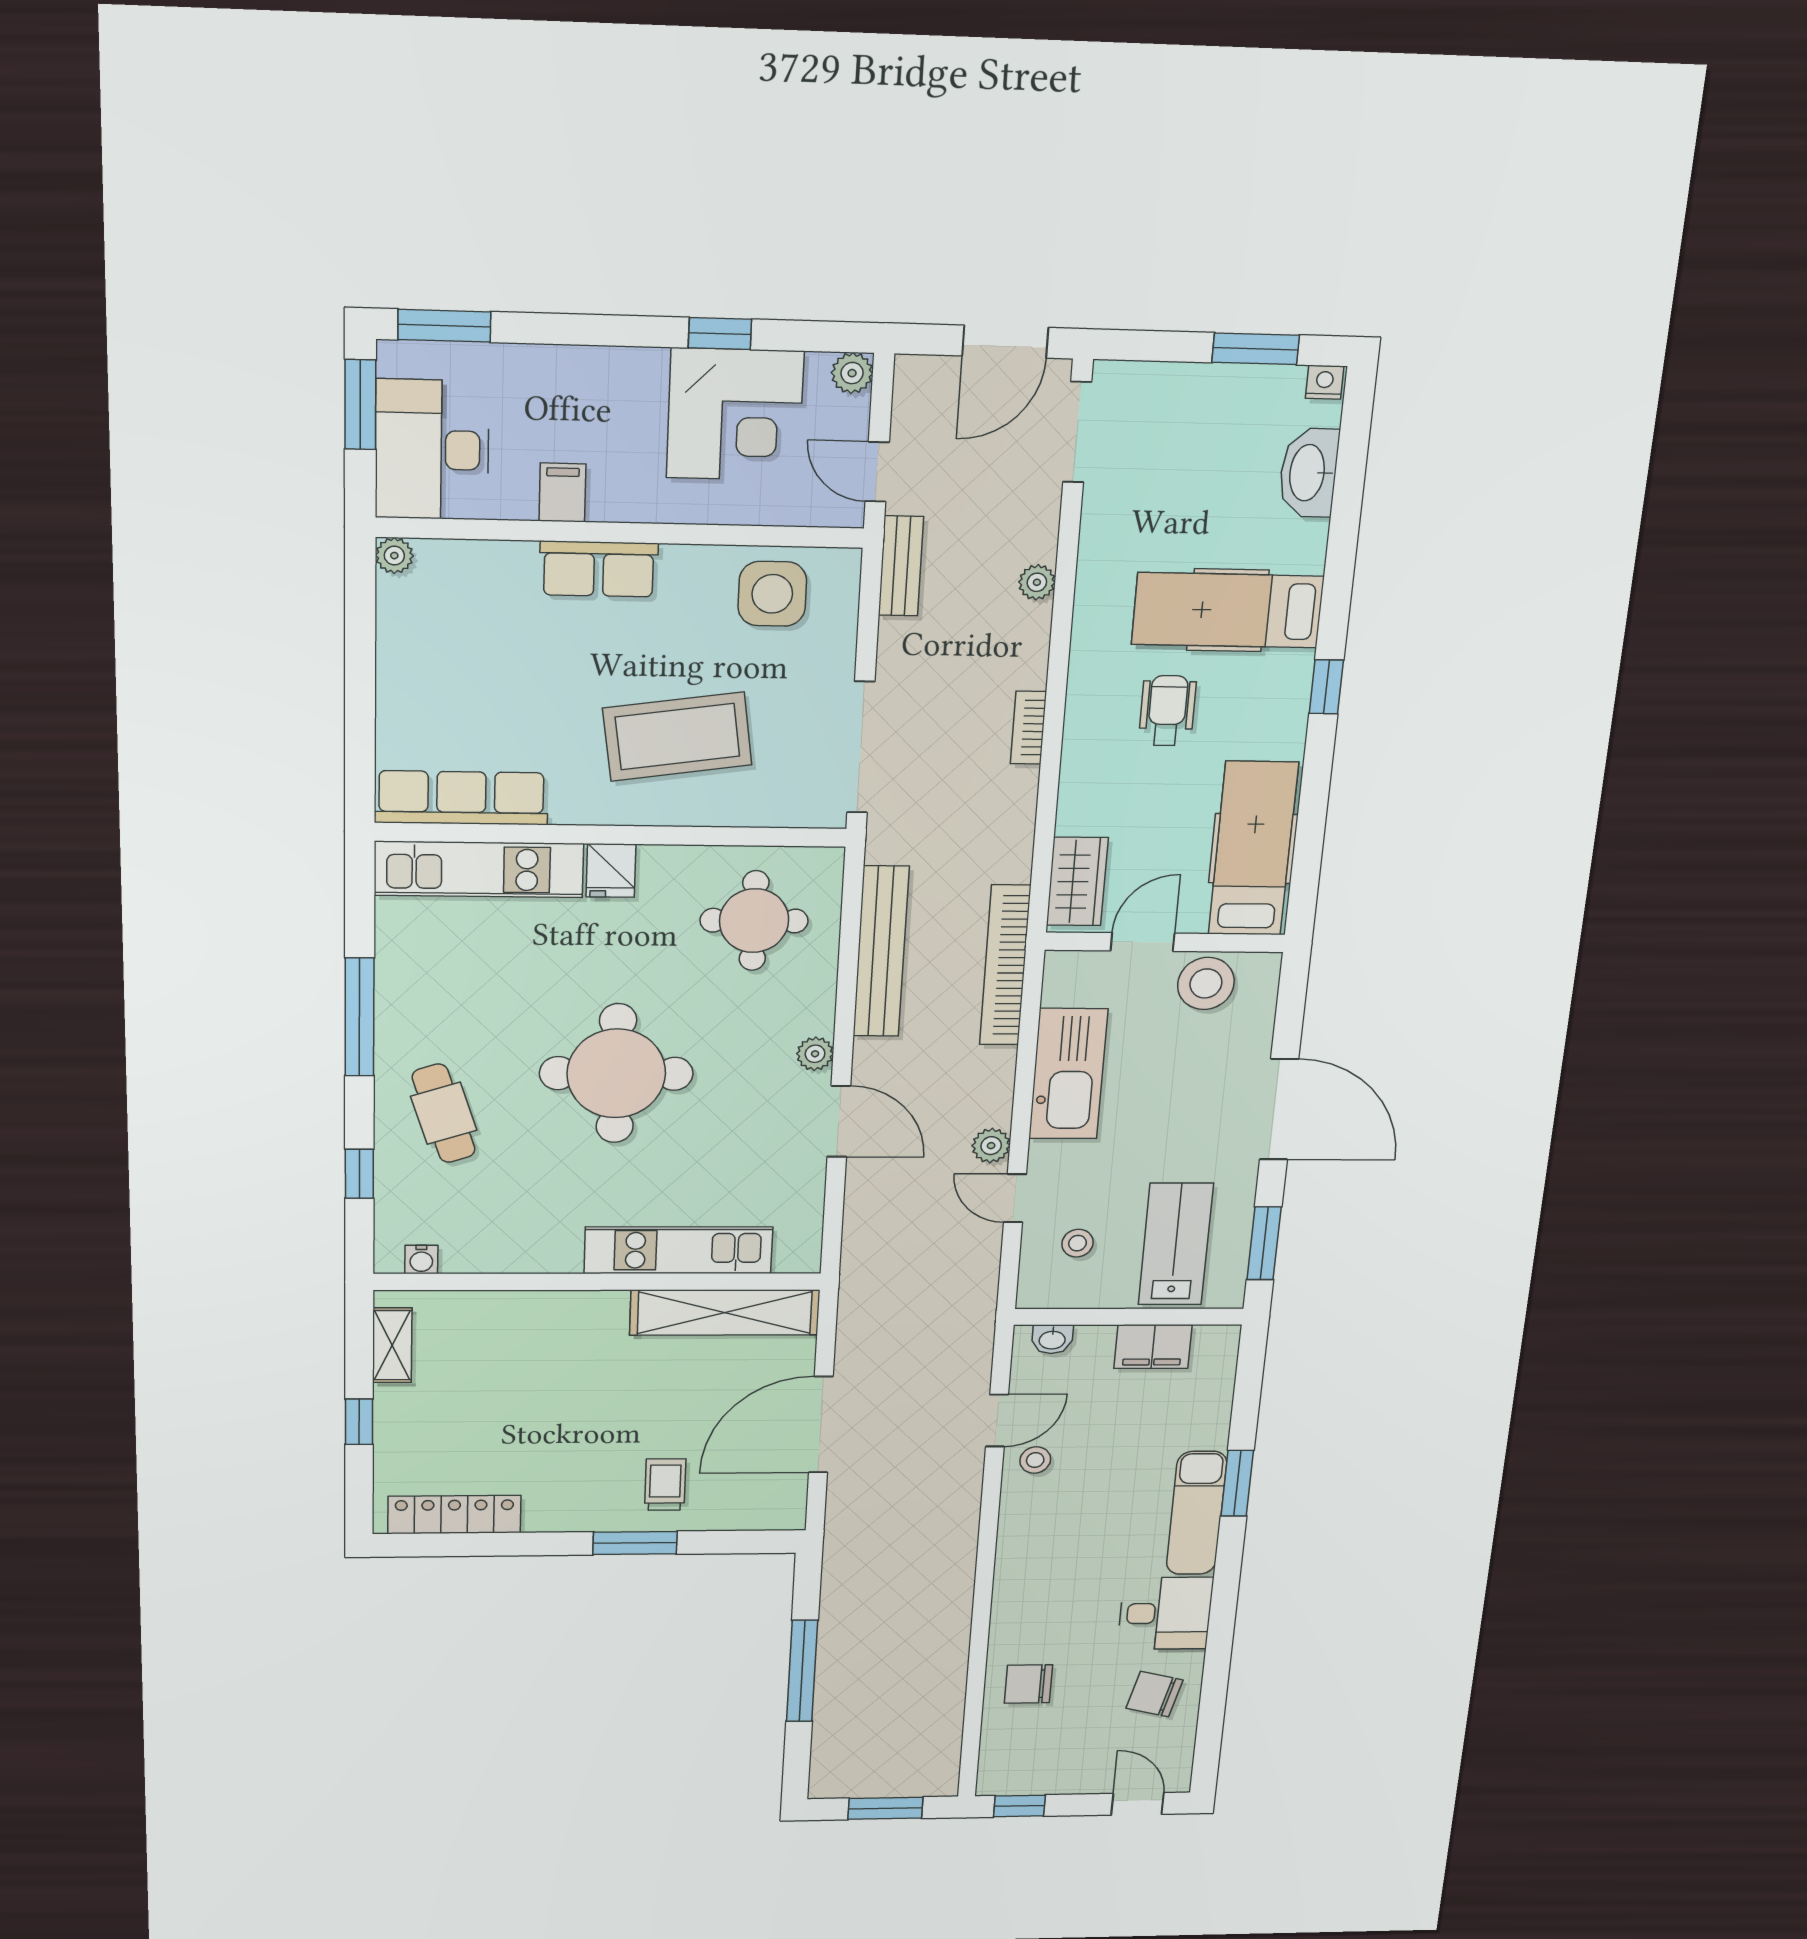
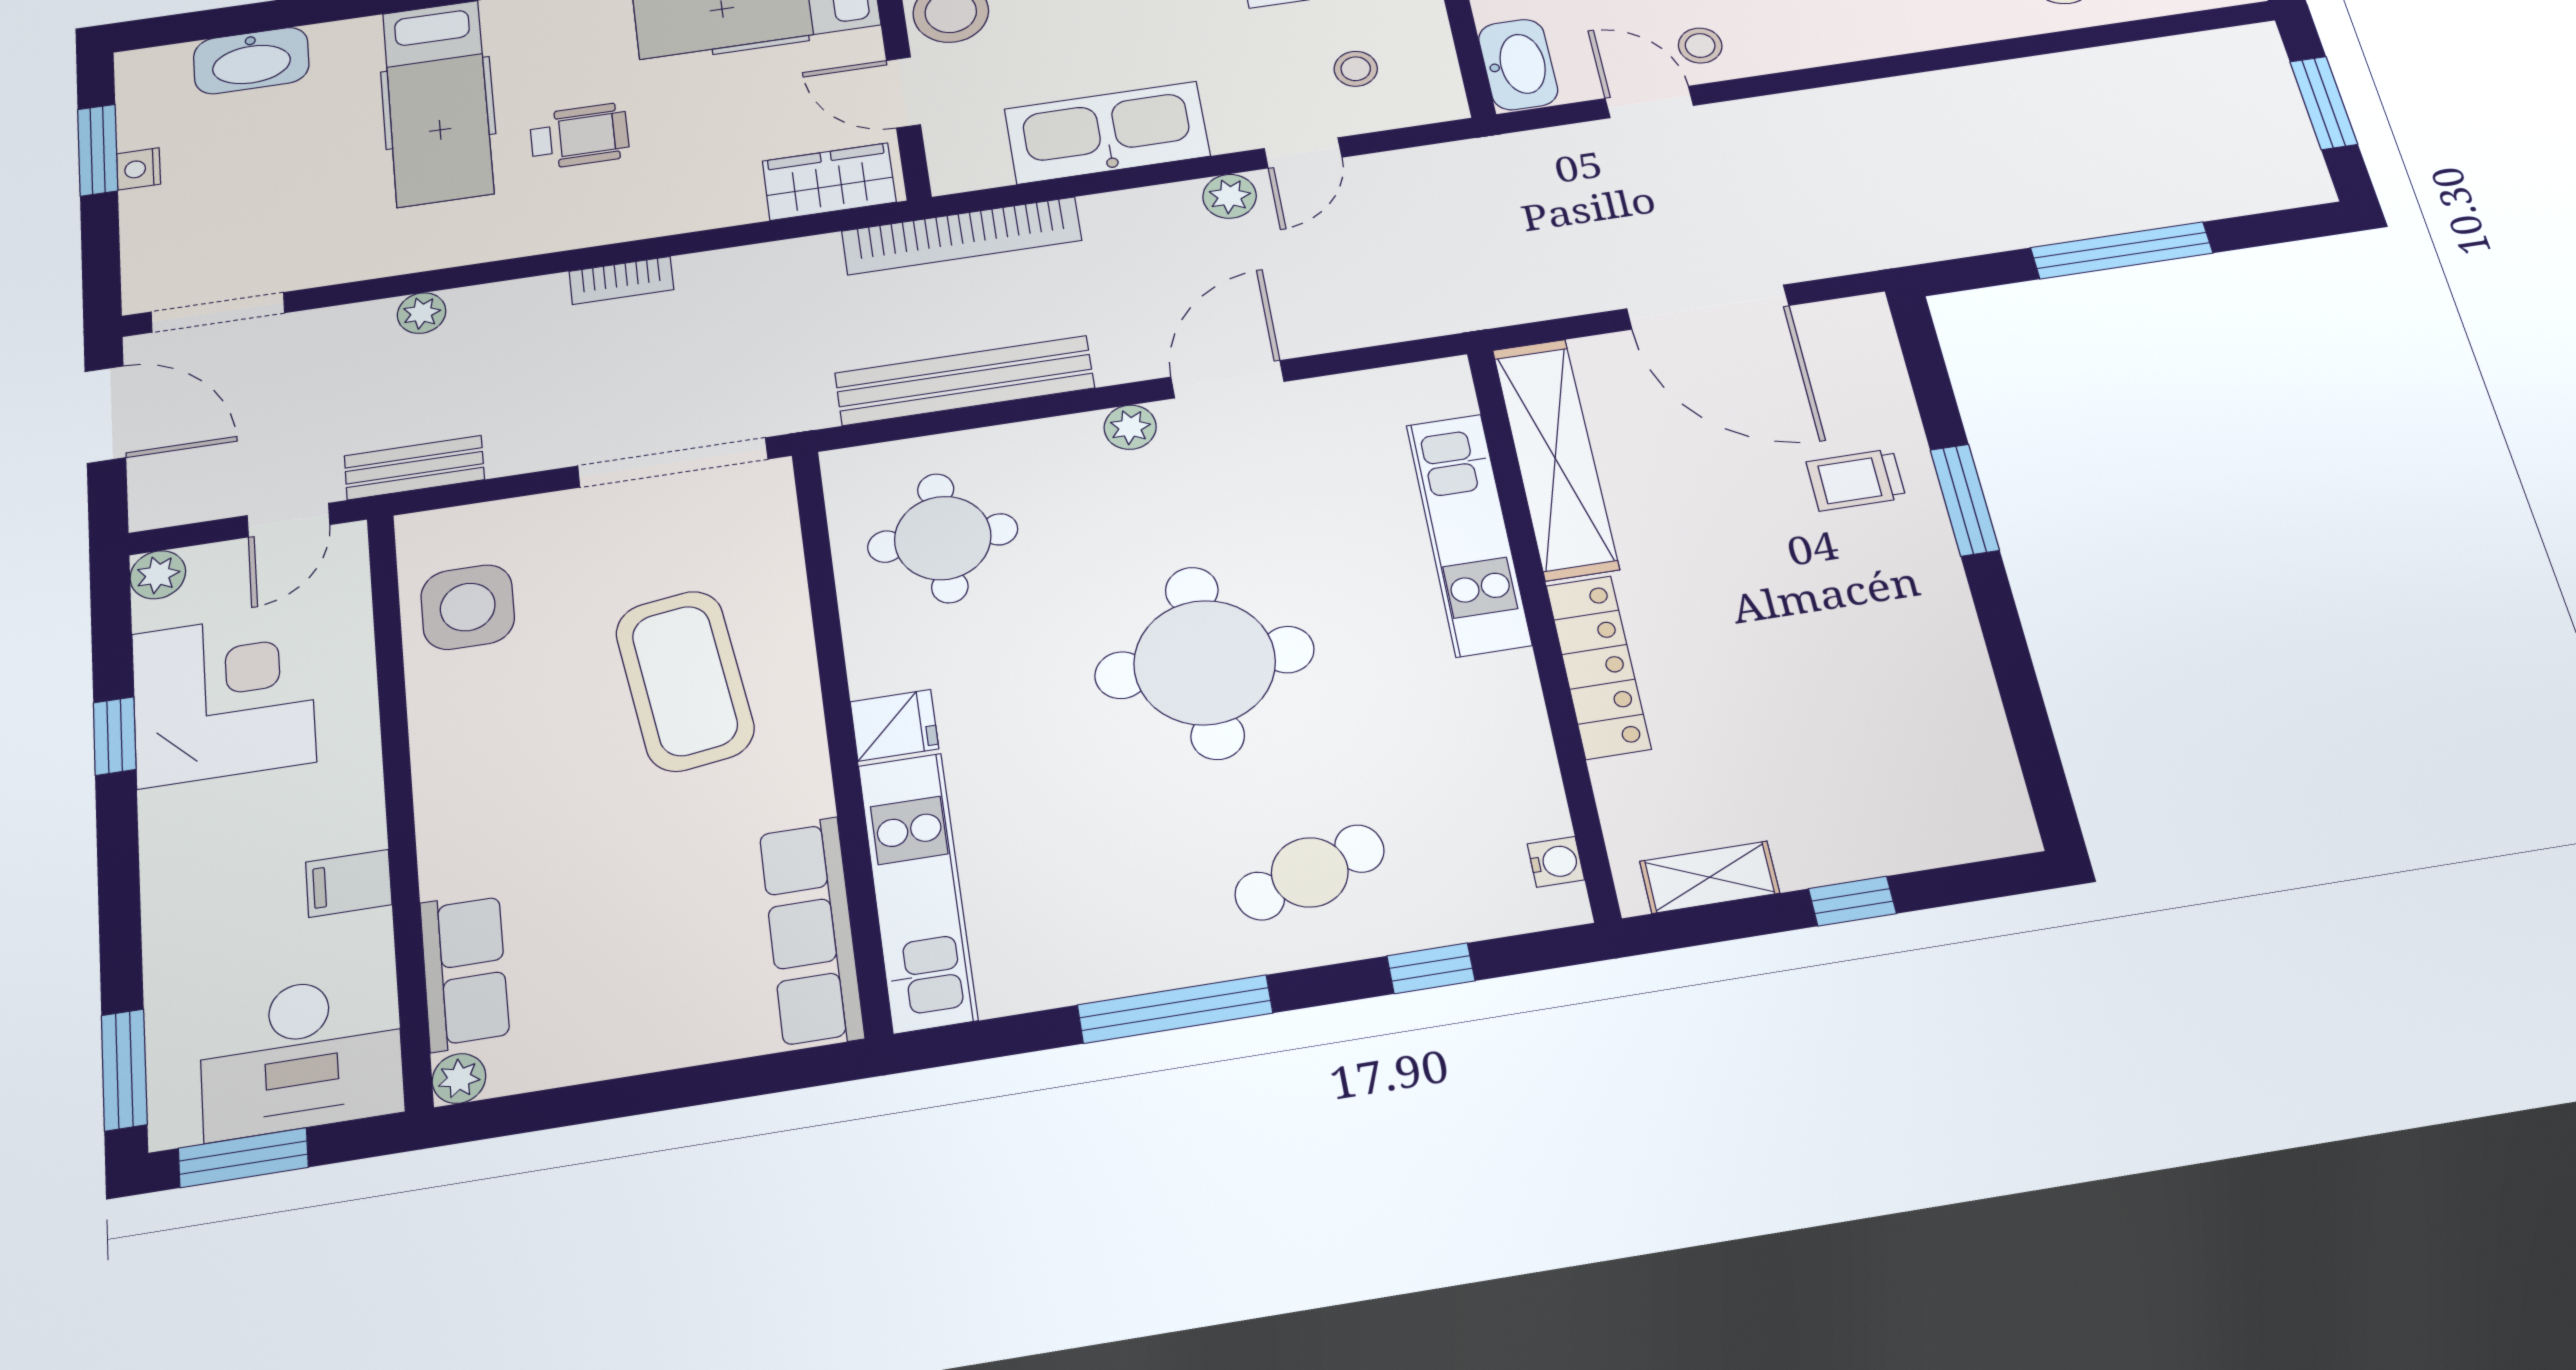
nightstand: (1325, 382) -> (139, 169), moved
row of seats: (599, 569) -> (465, 971), moved
wheelchair: (1167, 711) -> (579, 136), turned 180
washbasin: (1052, 1339) -> (1518, 64), width x1.91, depth x1.45
locker: (454, 1515) -> (1598, 667), moved, turned 180

